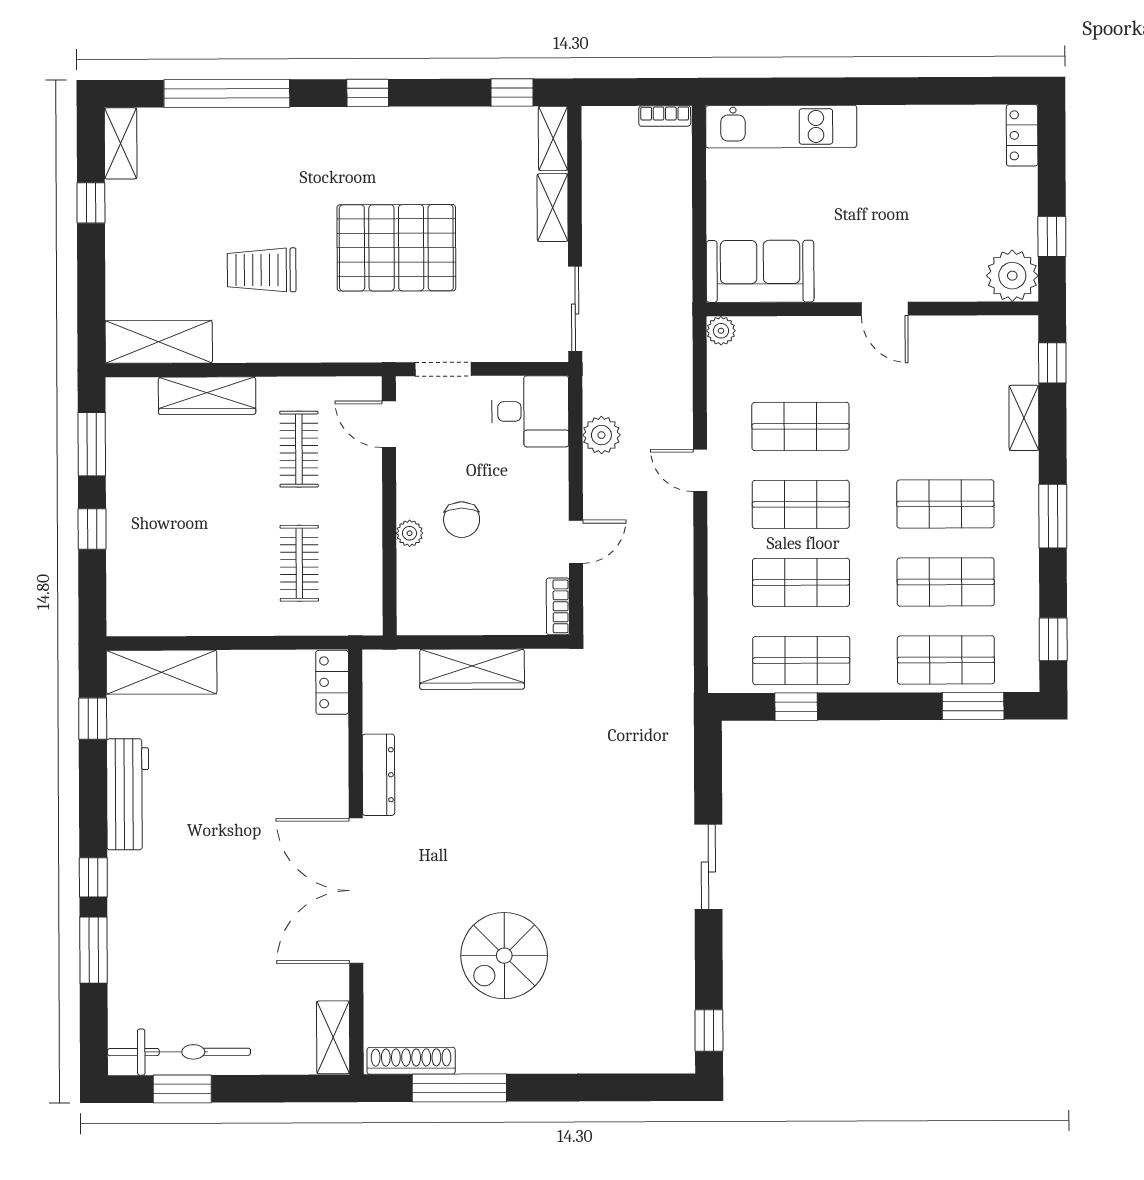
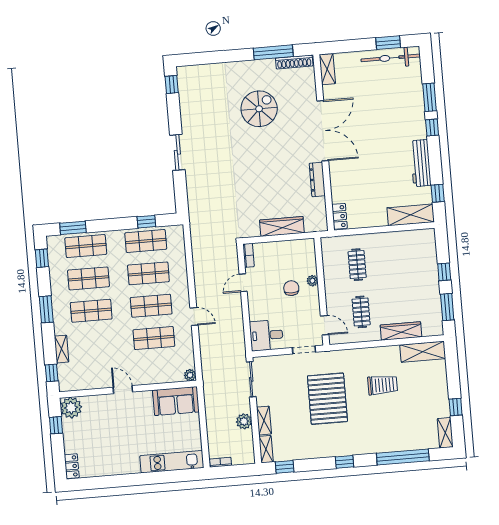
pallet: (396, 248) -> (327, 399), turned 90
plant: (601, 435) -> (244, 421), moved

